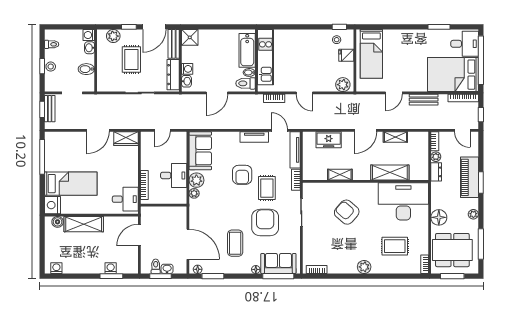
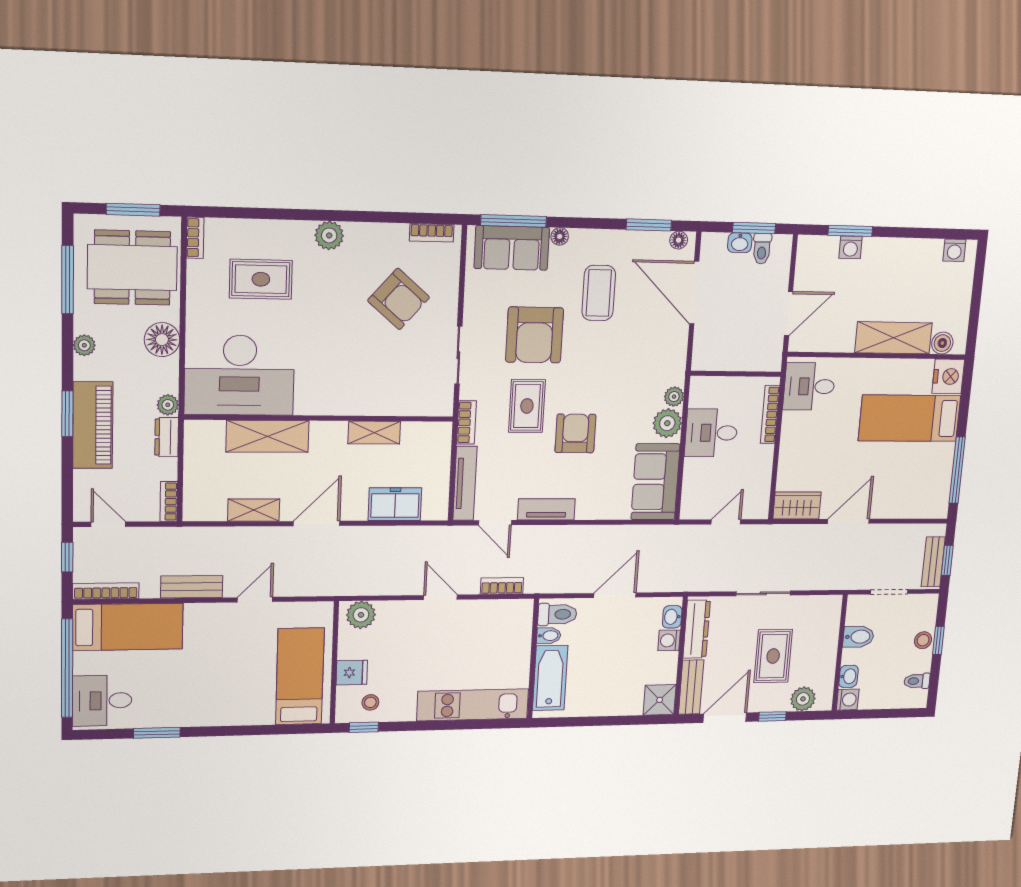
kitchen unit: (266, 57) -> (473, 705), moved, turned 90
bed: (453, 75) -> (128, 627), width x0.67
plant: (436, 157) -> (168, 405), moved
armchair: (347, 212) -> (399, 299), moved

